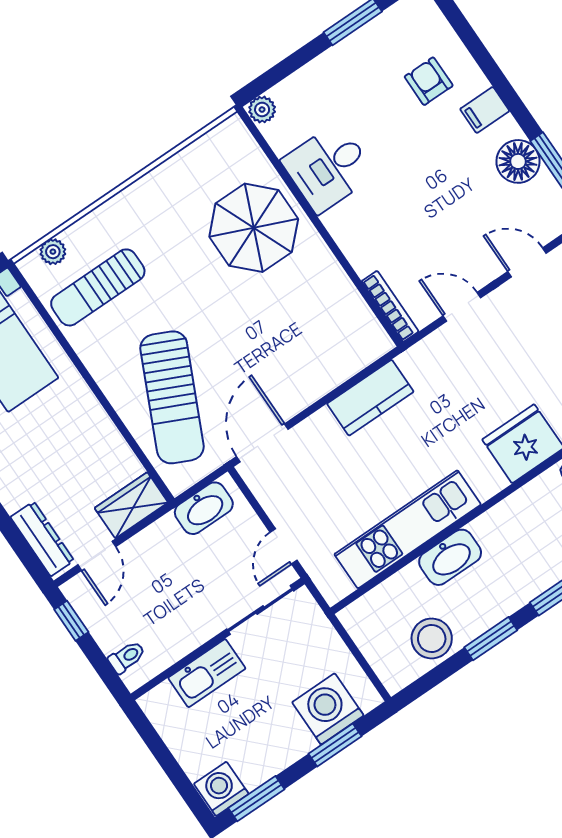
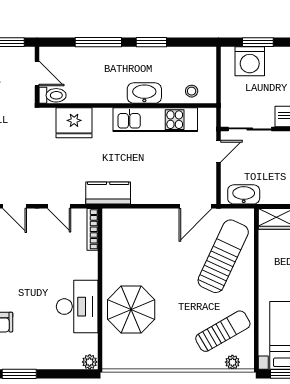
desk: (328, 168) -> (77, 307), width x1.37
sun lounger: (98, 287) -> (223, 331), turned -30
kitchen counter: (370, 398) -> (108, 193), moved
stool: (432, 638) -> (192, 91), moved, width x0.53, depth x0.53

